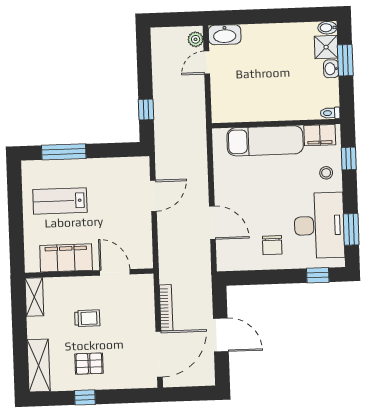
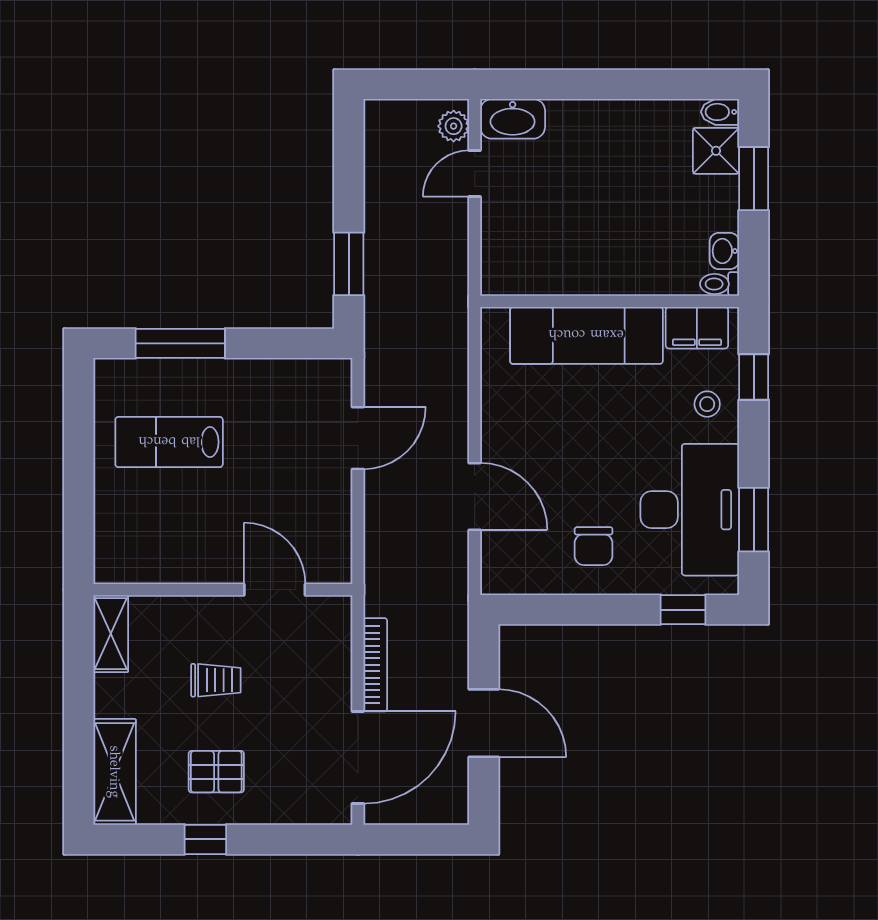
washbasin: (331, 69) -> (724, 251), moved
window: (146, 109) -> (349, 264), width x1.50
filing cabinet: (66, 258) -> (177, 557), removed

